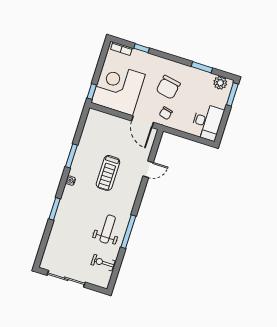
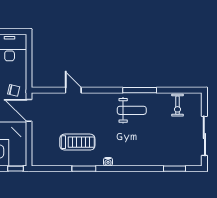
door: (142, 122) -> (29, 110), swing flipped
treadmill: (108, 173) -> (77, 142), moved
window: (55, 209) -> (175, 169), moved
weight bench: (108, 229) -> (132, 110), moved, turned 180

